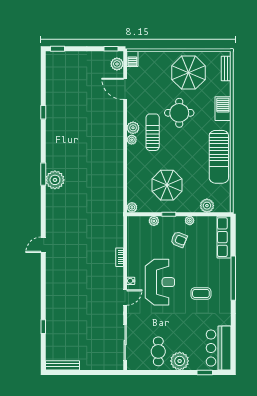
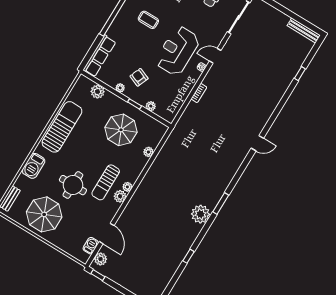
barbecue: (132, 59) -> (91, 246), moved
plant: (55, 180) -> (200, 214), moved
plant: (132, 207) -> (148, 152), moved

